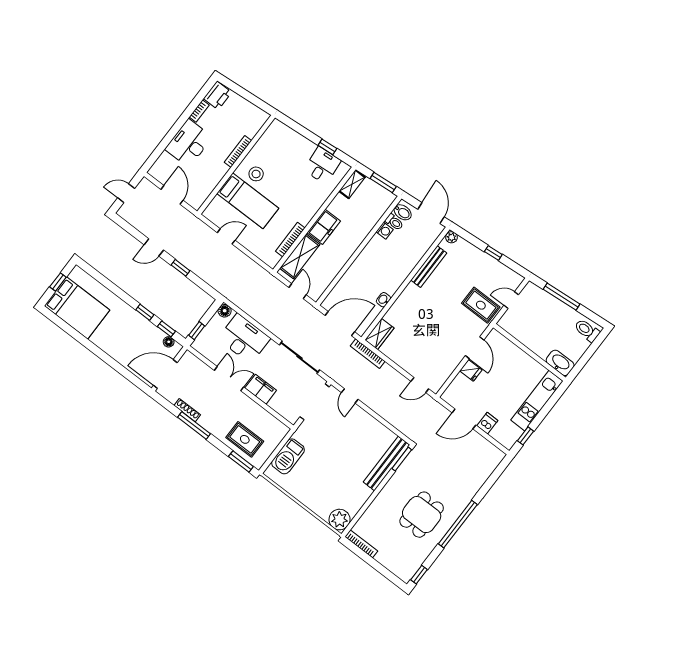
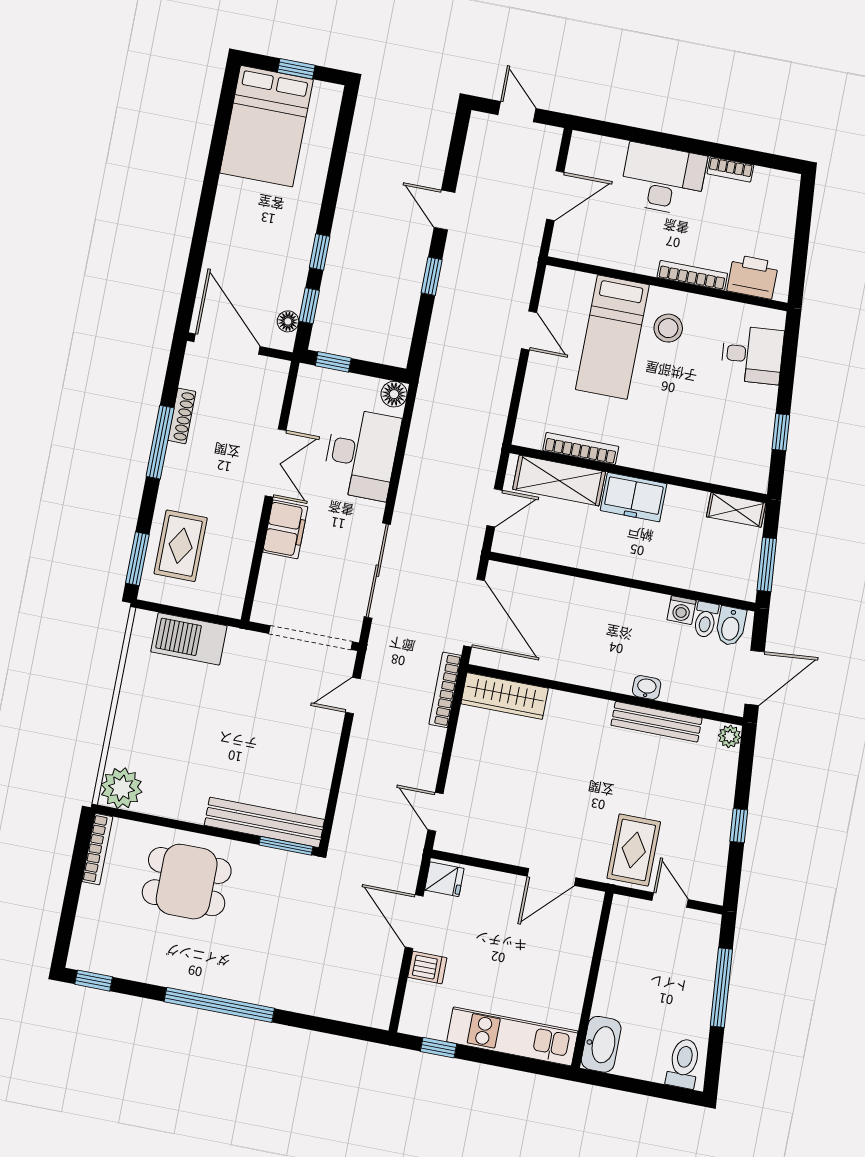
printer: (217, 95) -> (753, 277), moved, turned 180
desk: (322, 165) -> (752, 355), moved
washbasin: (383, 300) -> (647, 688), moved
wardrobe: (379, 334) -> (505, 696), width x1.50
fridge: (471, 370) -> (444, 879), moved, turned -90
dining table: (422, 515) -> (187, 882), moved

